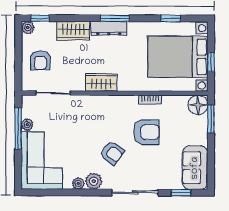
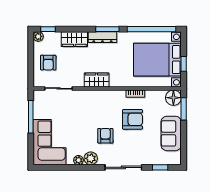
window: (171, 18) -> (152, 29), width x3.17
plant: (27, 125) -> (38, 114), removed
armchair: (112, 153) -> (105, 136), turned -127
sofa: (195, 168) -> (171, 133), moved

